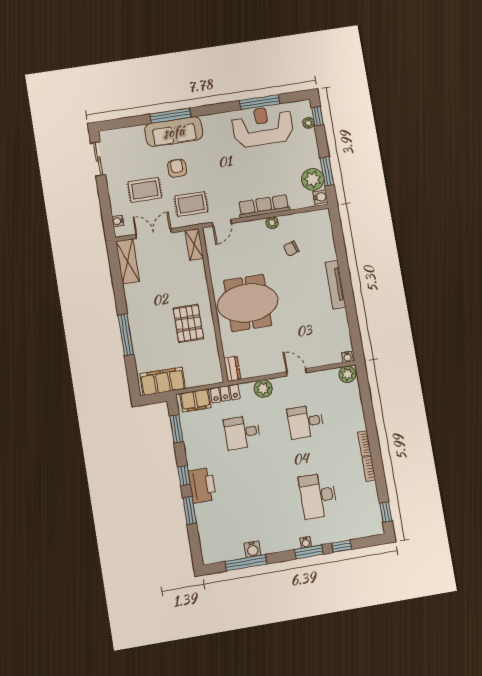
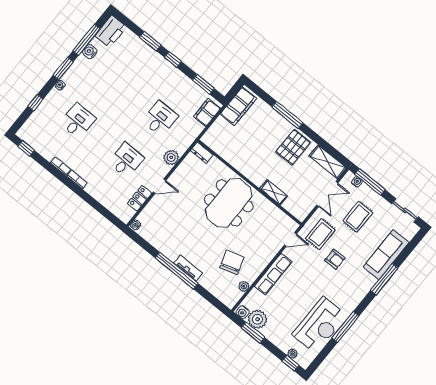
window: (260, 102) -> (345, 327), moved
sofa: (174, 132) -> (386, 255), moved
armchair: (177, 168) -> (335, 259), moved
window: (106, 211) -> (370, 182), added
door: (222, 223) -> (290, 239), swing flipped
plant: (272, 223) -> (244, 286), moved
shelving: (194, 244) -> (274, 192), moved
chair: (291, 249) -> (232, 262), width x1.87, depth x1.87
window: (346, 284) -> (177, 271), added
tv unit: (335, 285) -> (188, 268), width x0.71
pallet: (188, 323) -> (293, 147), moved, turned 90
plant: (347, 374) -> (126, 214), removed
locker: (225, 393) -> (140, 198), moved
printer: (202, 485) -> (111, 32), moved, turned -90
desk: (318, 496) -> (78, 121), width x0.73
window: (309, 552) -> (63, 68), moved

